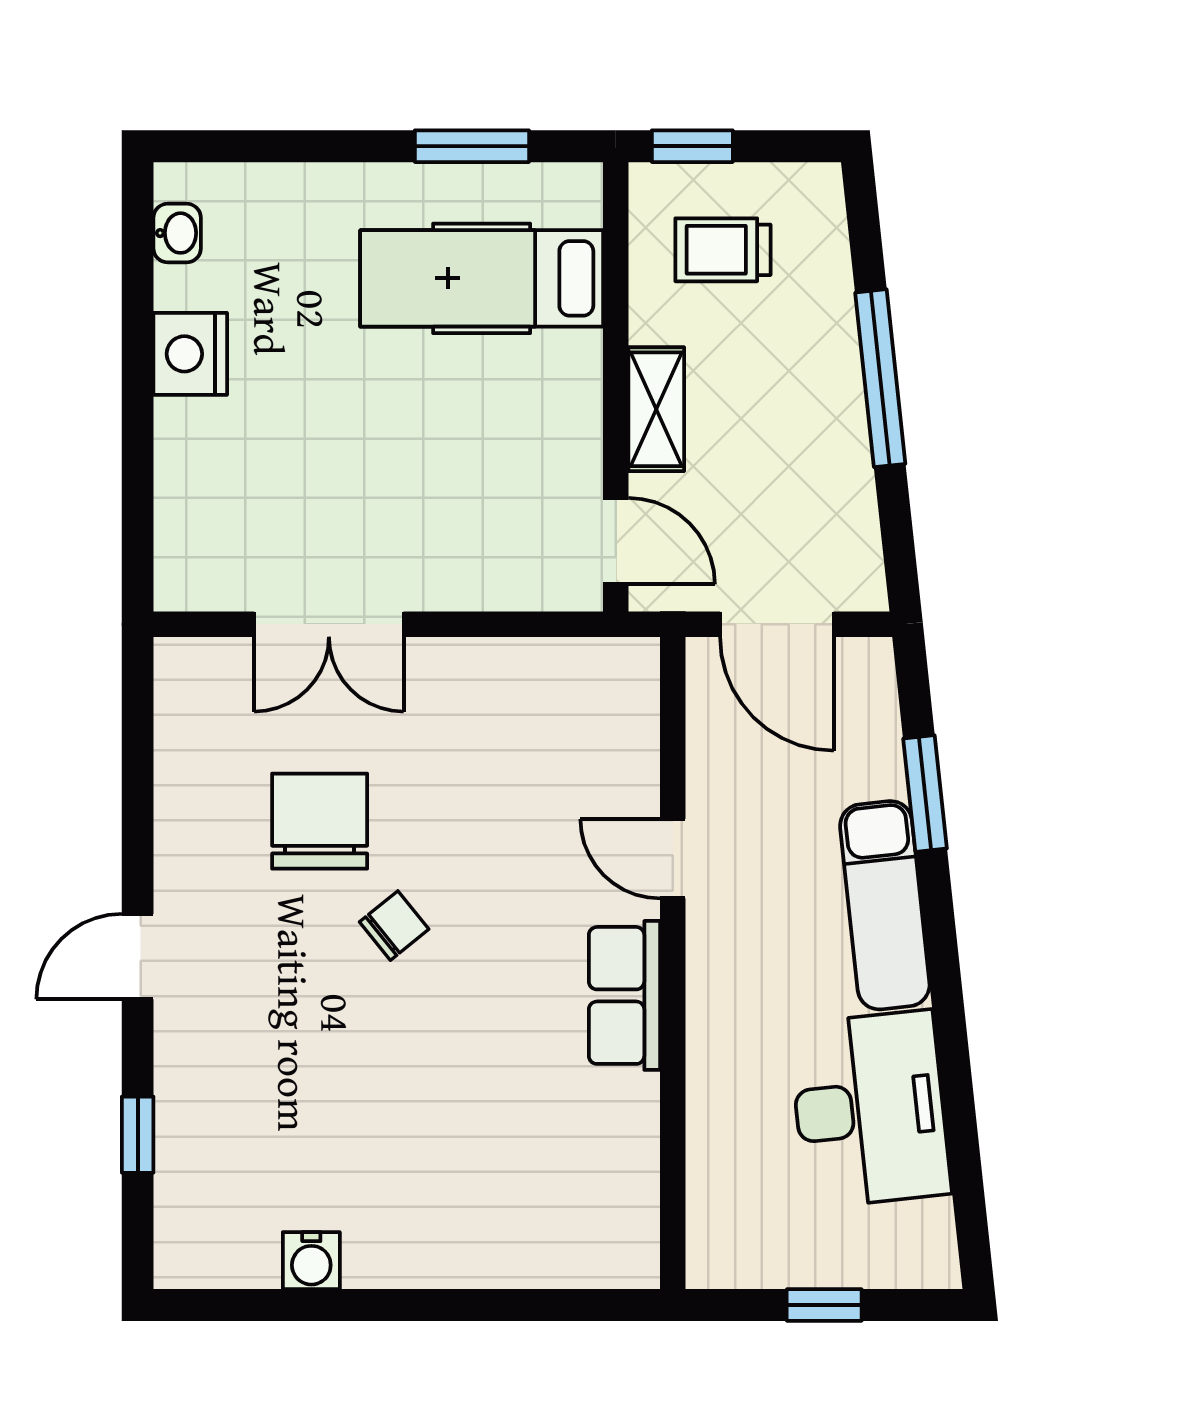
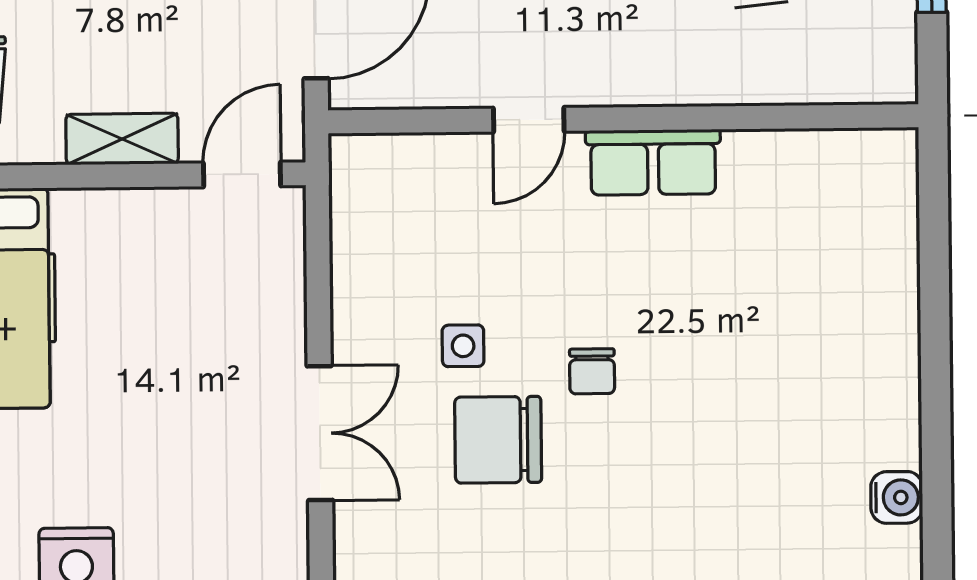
side table: (424, 783) -> (463, 346), added
chair: (394, 926) -> (592, 371), turned -141
water cooler: (311, 1261) -> (897, 497), moved

